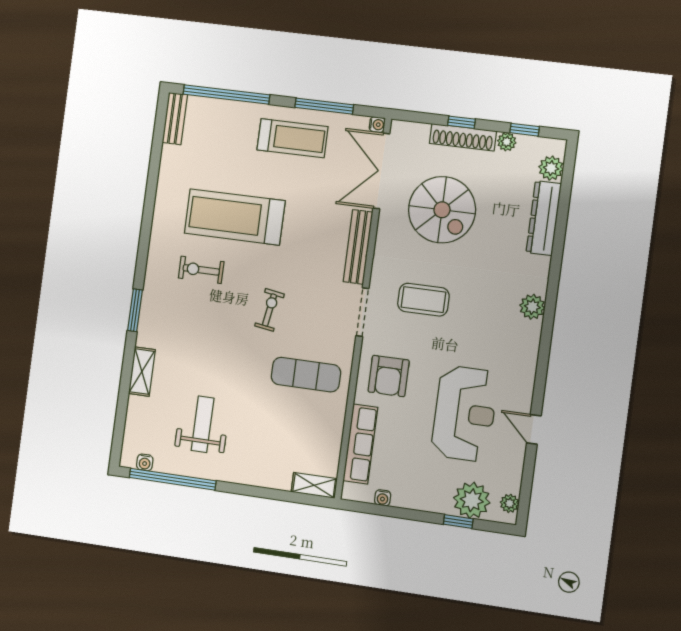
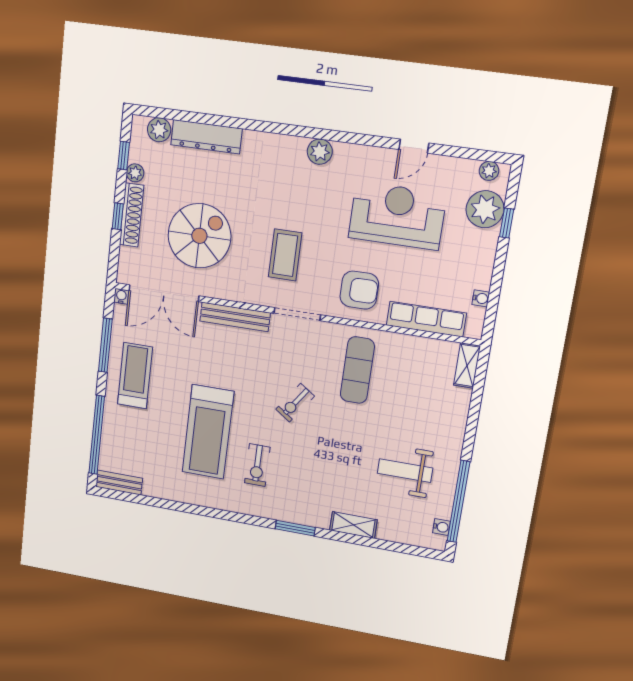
plant: (532, 307) -> (320, 152), moved
exercise bike: (269, 310) -> (295, 403), turned -64

